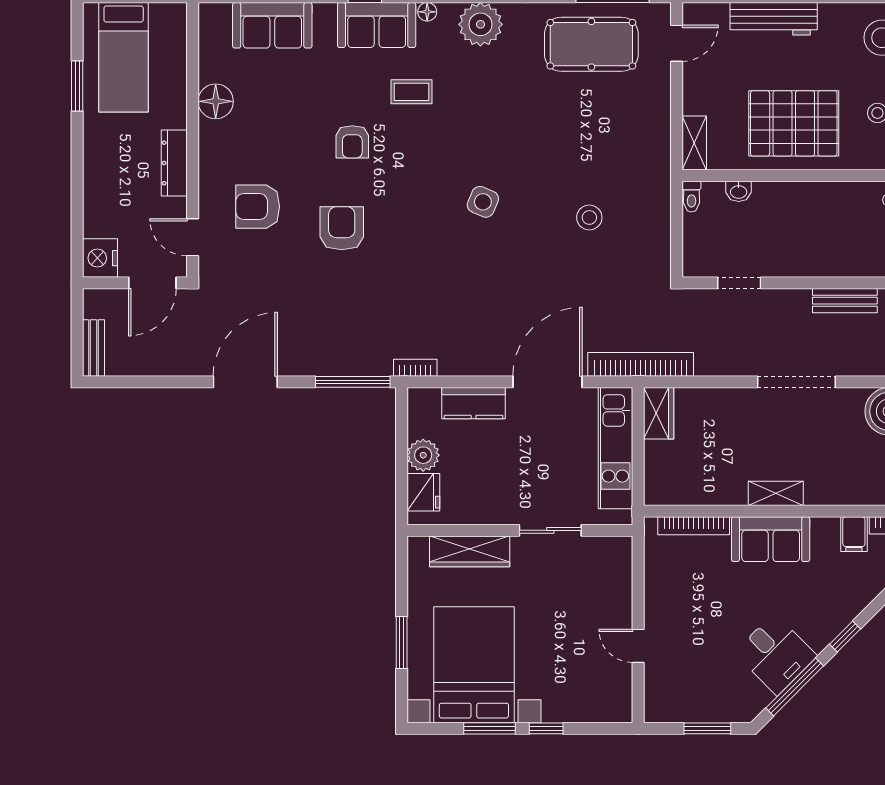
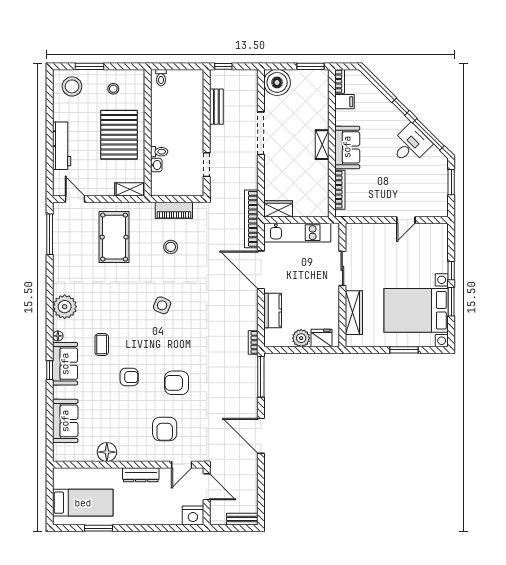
pool table: (591, 44) -> (114, 237), moved
toilet: (691, 197) -> (159, 152), moved
piano: (656, 223) -> (174, 210), added

